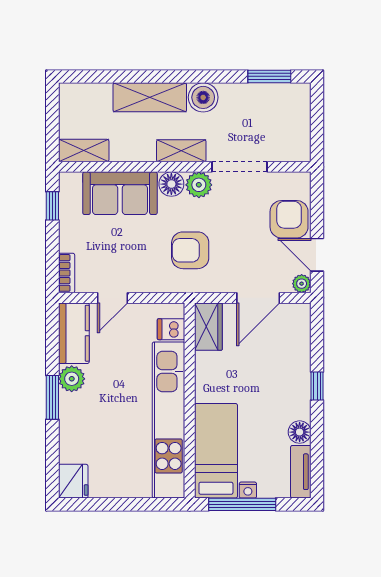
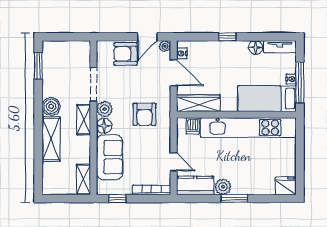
bookcase: (67, 273) -> (152, 190), width x1.56
nightstand: (290, 311) -> (182, 53), added
wardrobe: (208, 327) -> (198, 103), width x1.50

